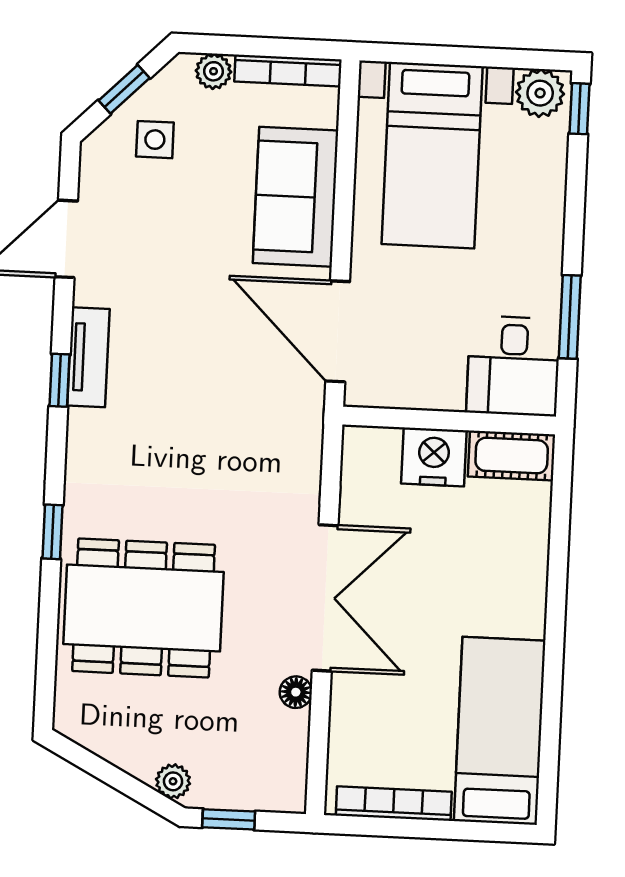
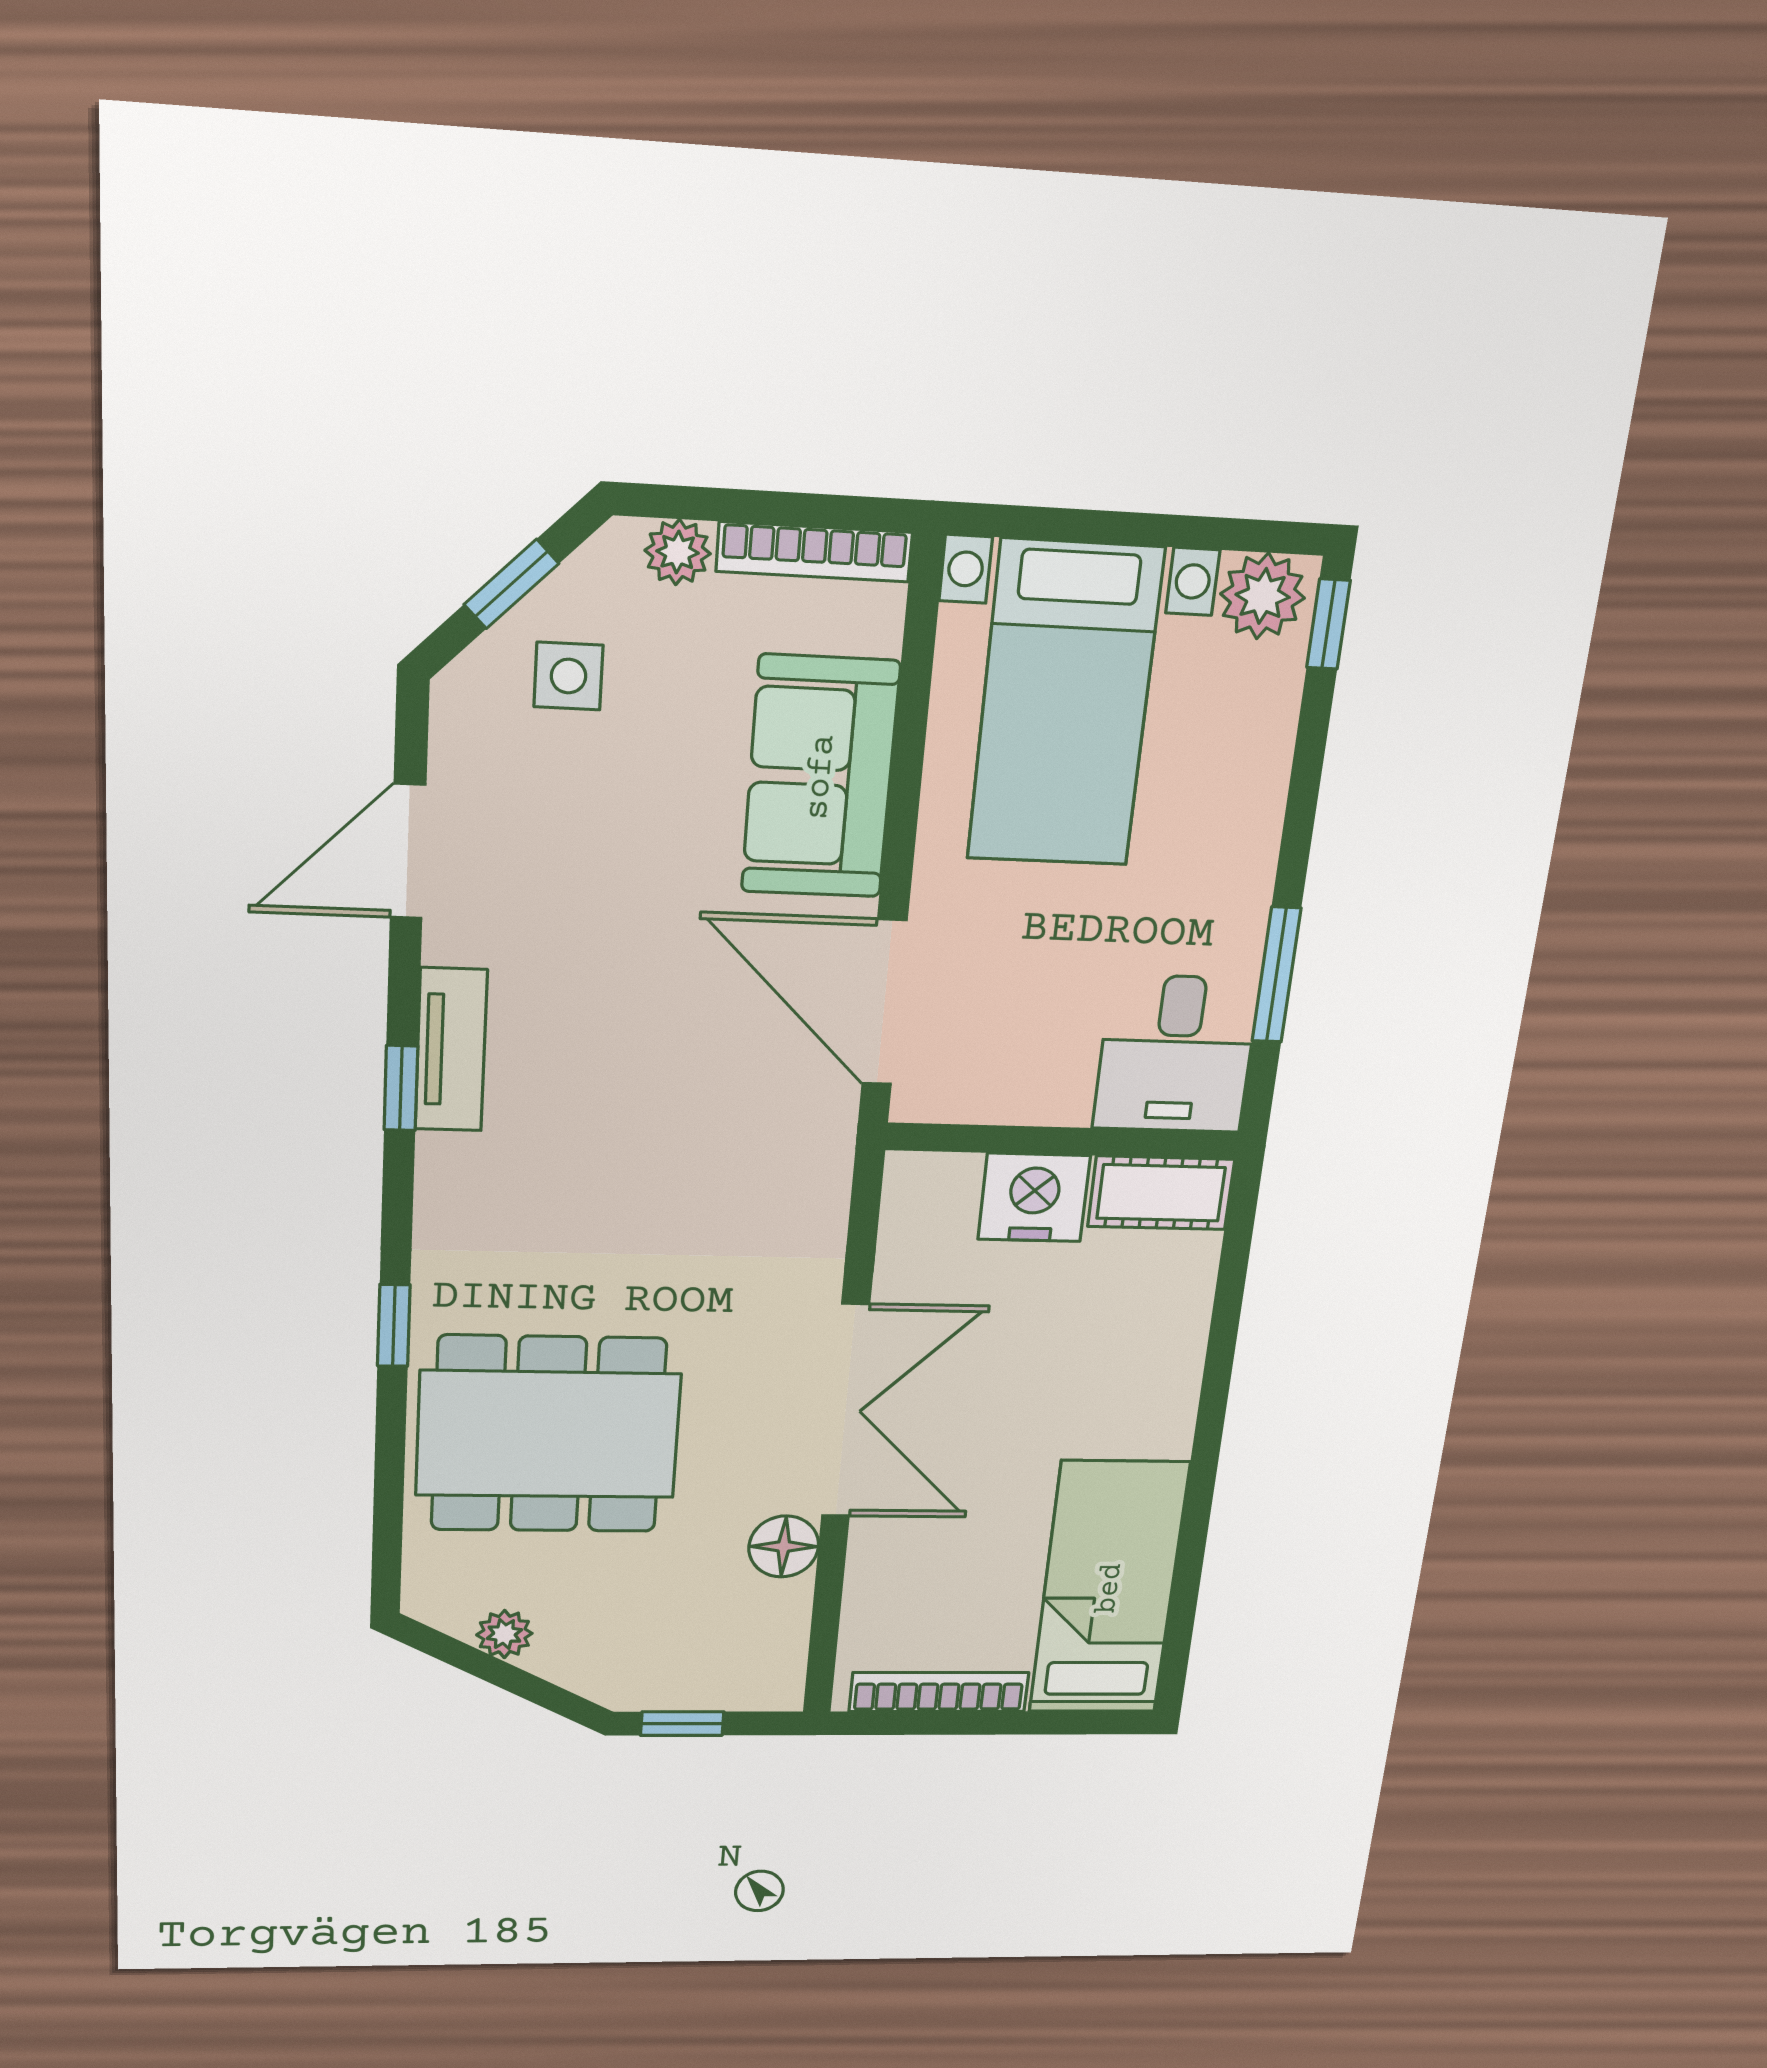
floor lamp: (296, 692) -> (784, 1546), width x1.37, depth x1.37
plant: (173, 781) -> (504, 1634), moved

